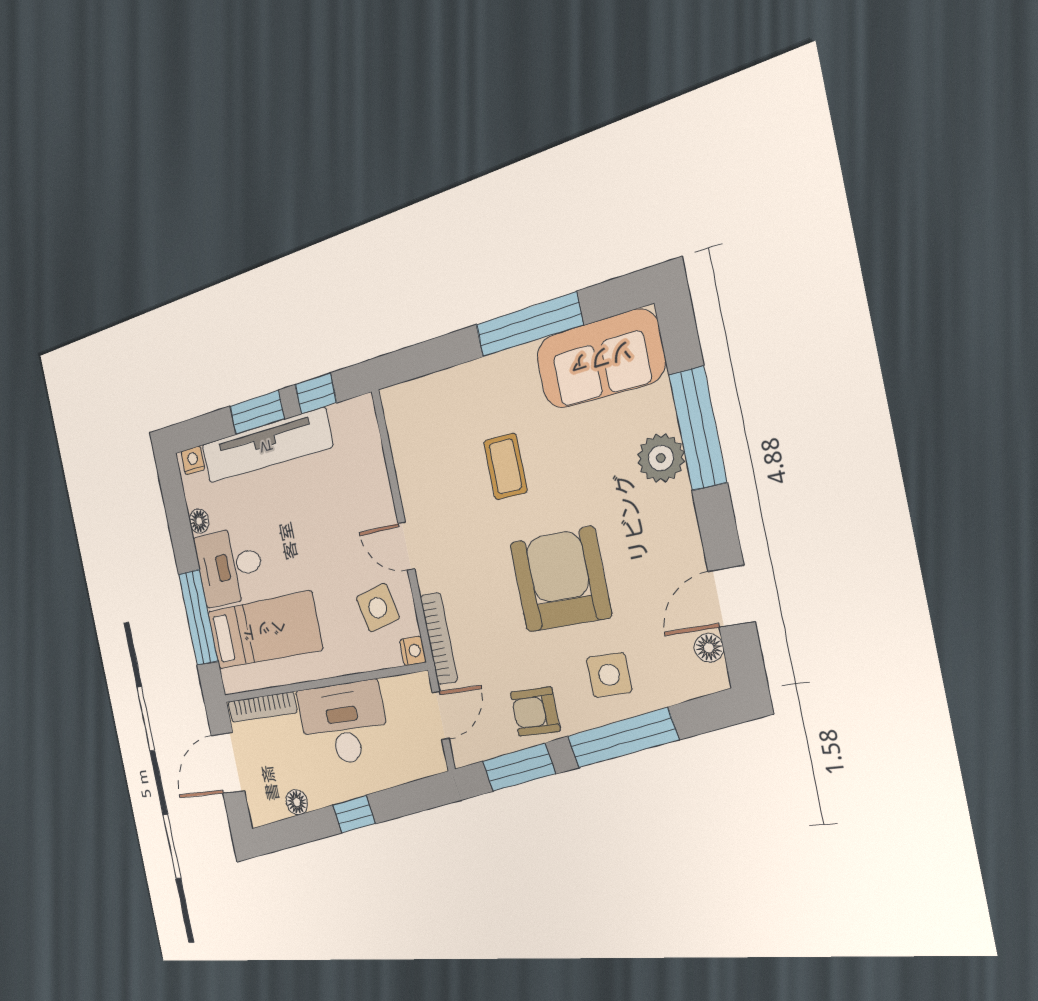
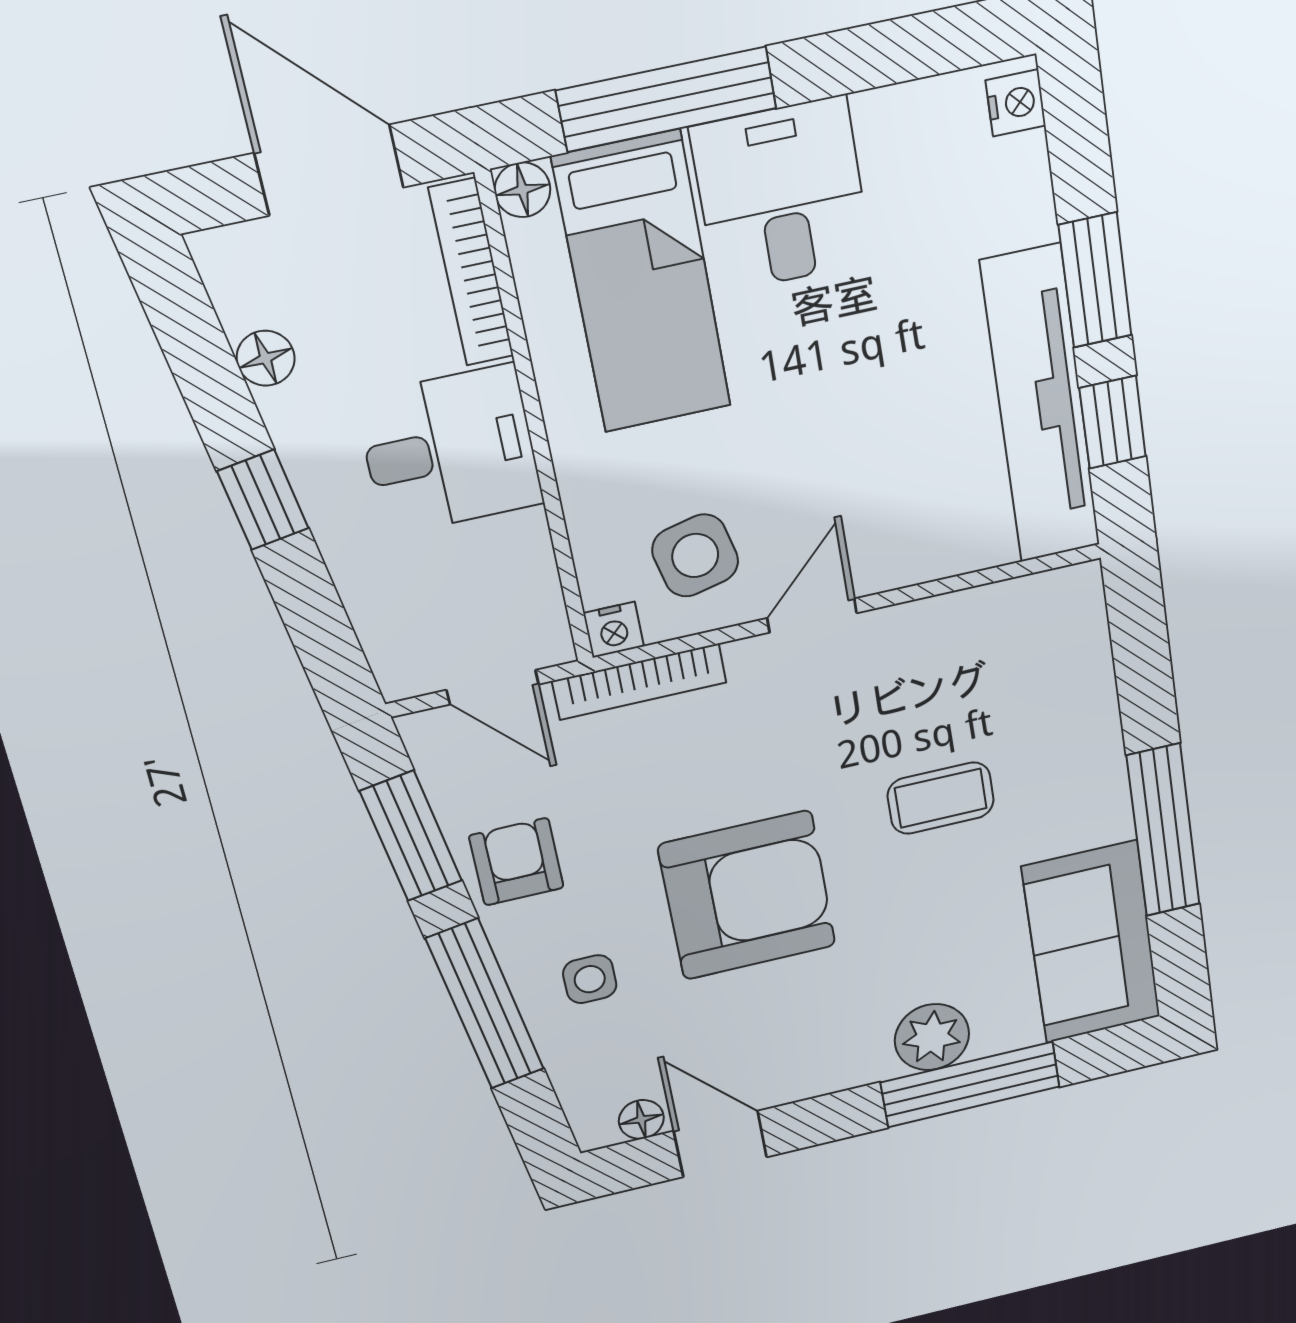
tv unit: (266, 446) -> (1041, 405), moved
floor lamp: (199, 521) -> (522, 190), moved
side table: (609, 675) -> (590, 979), width x0.73, depth x0.73
desk: (343, 723) -> (450, 450), width x0.73

